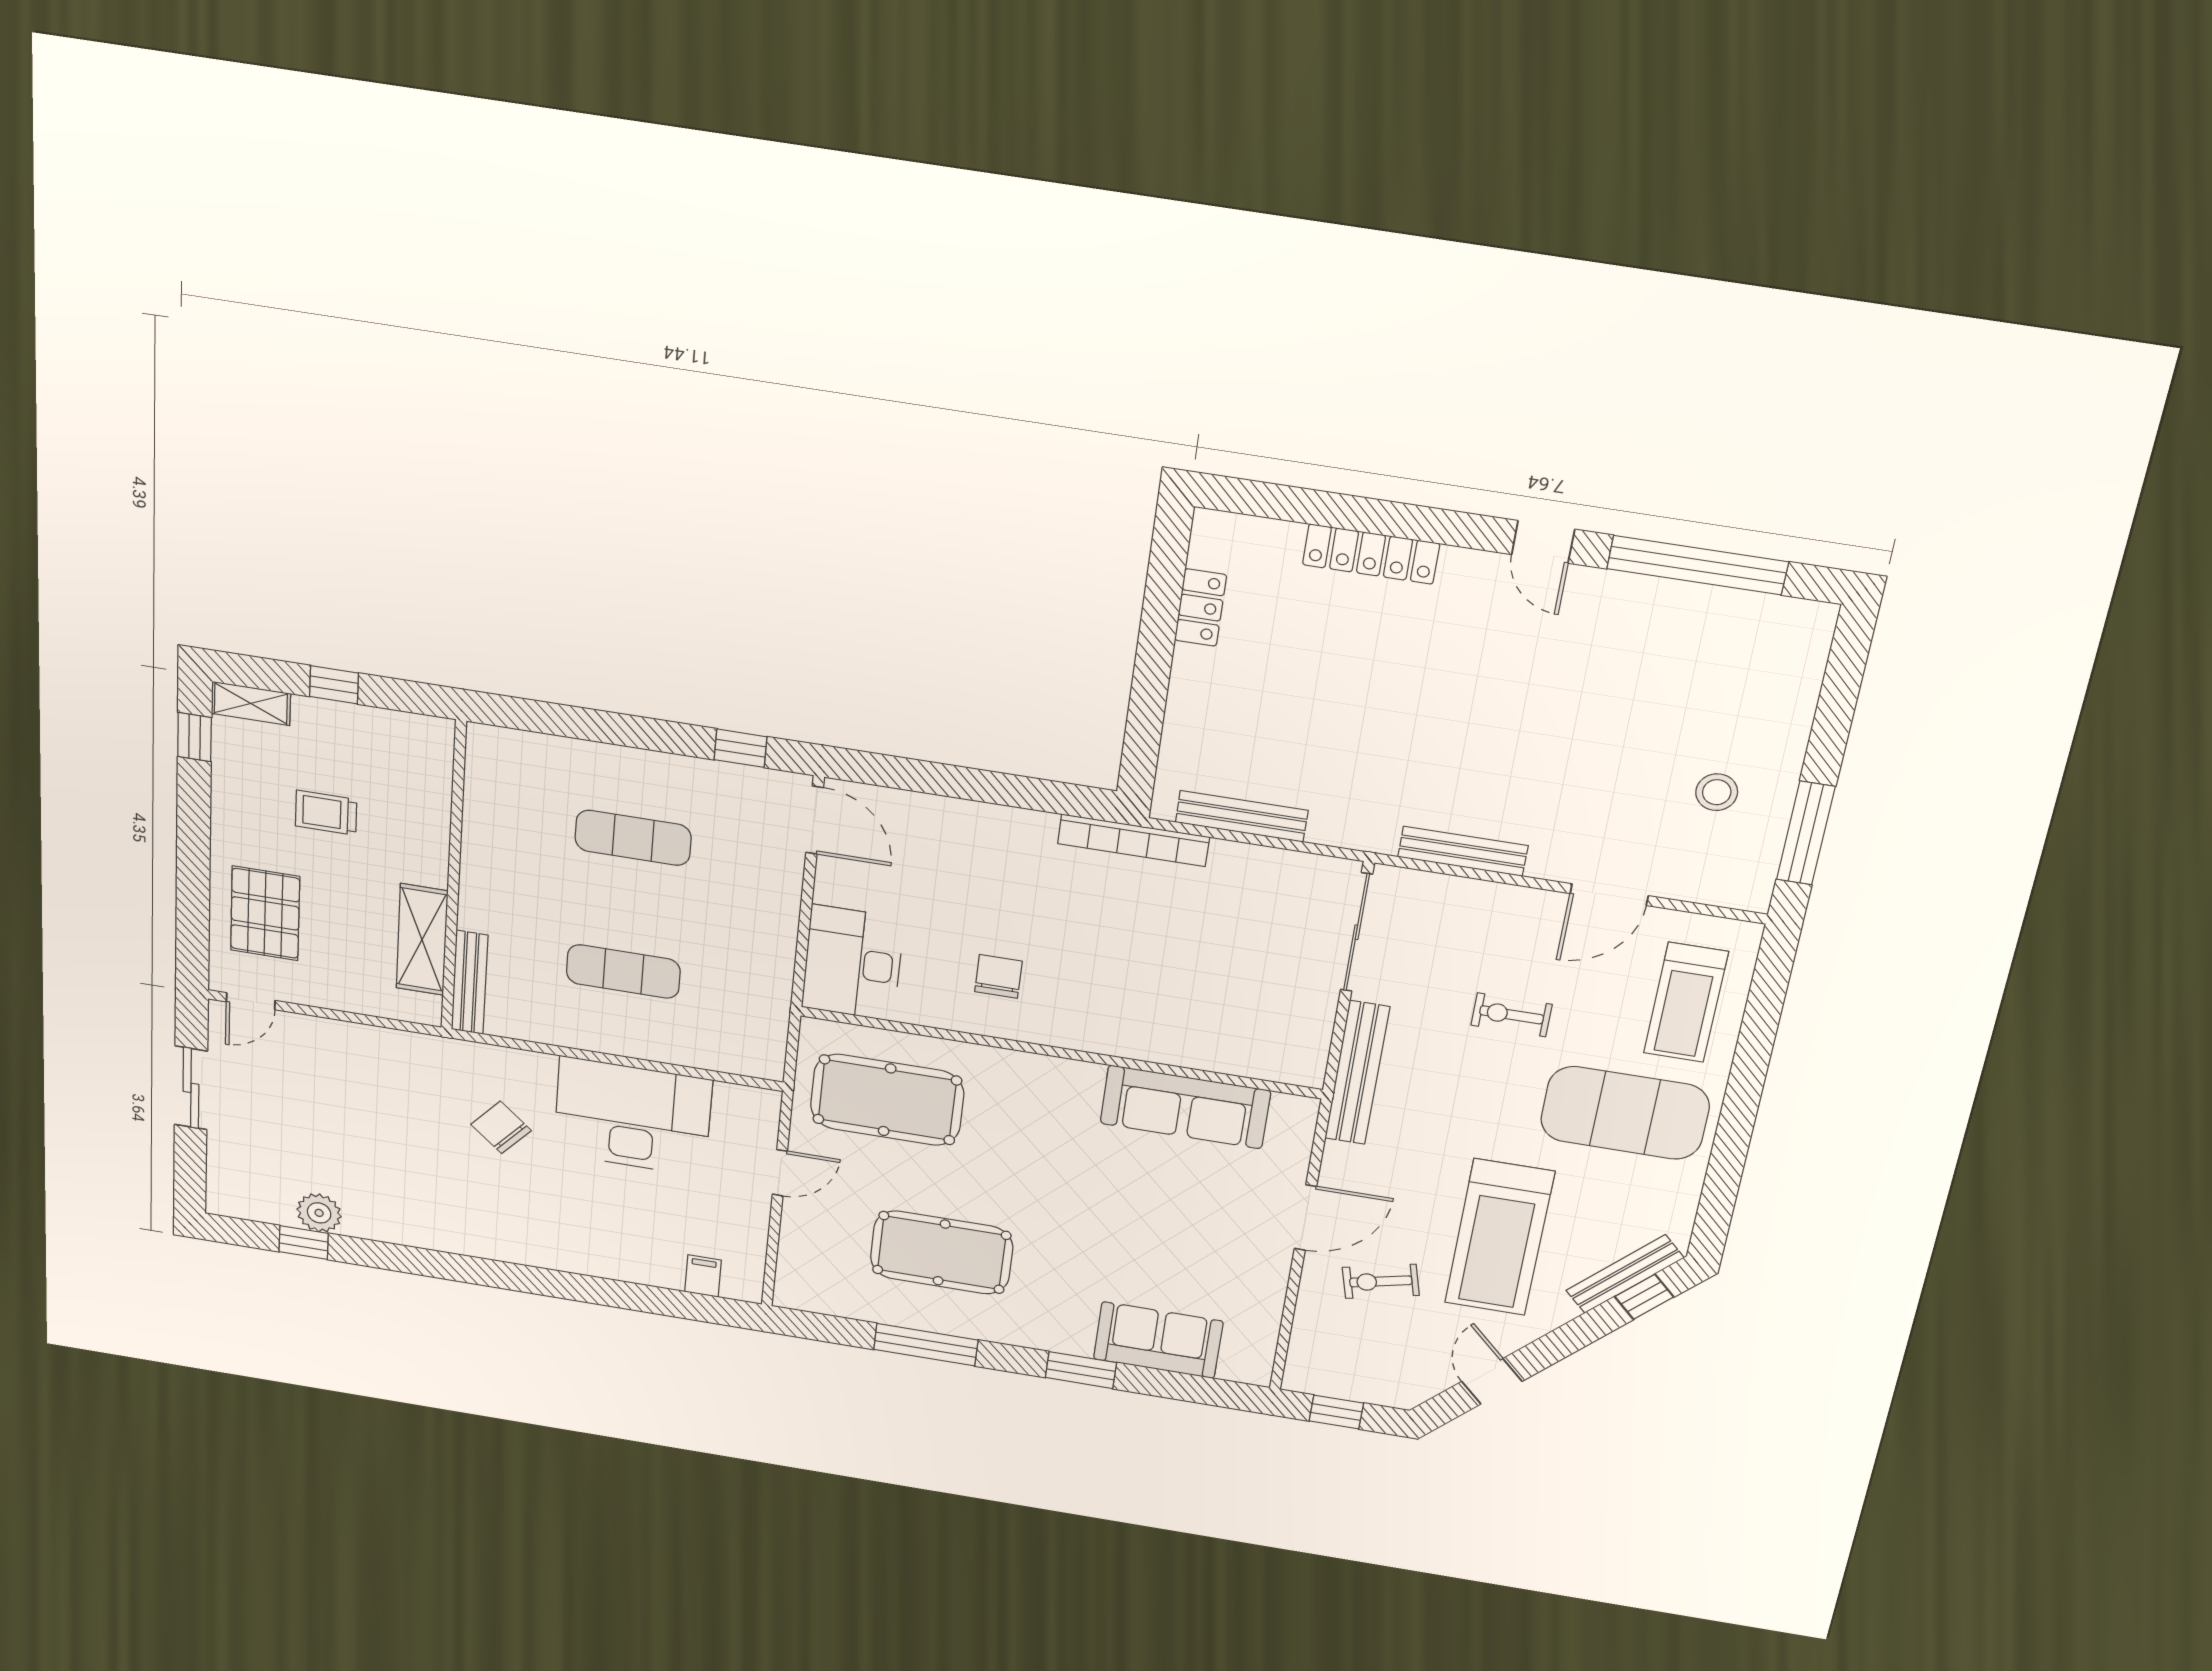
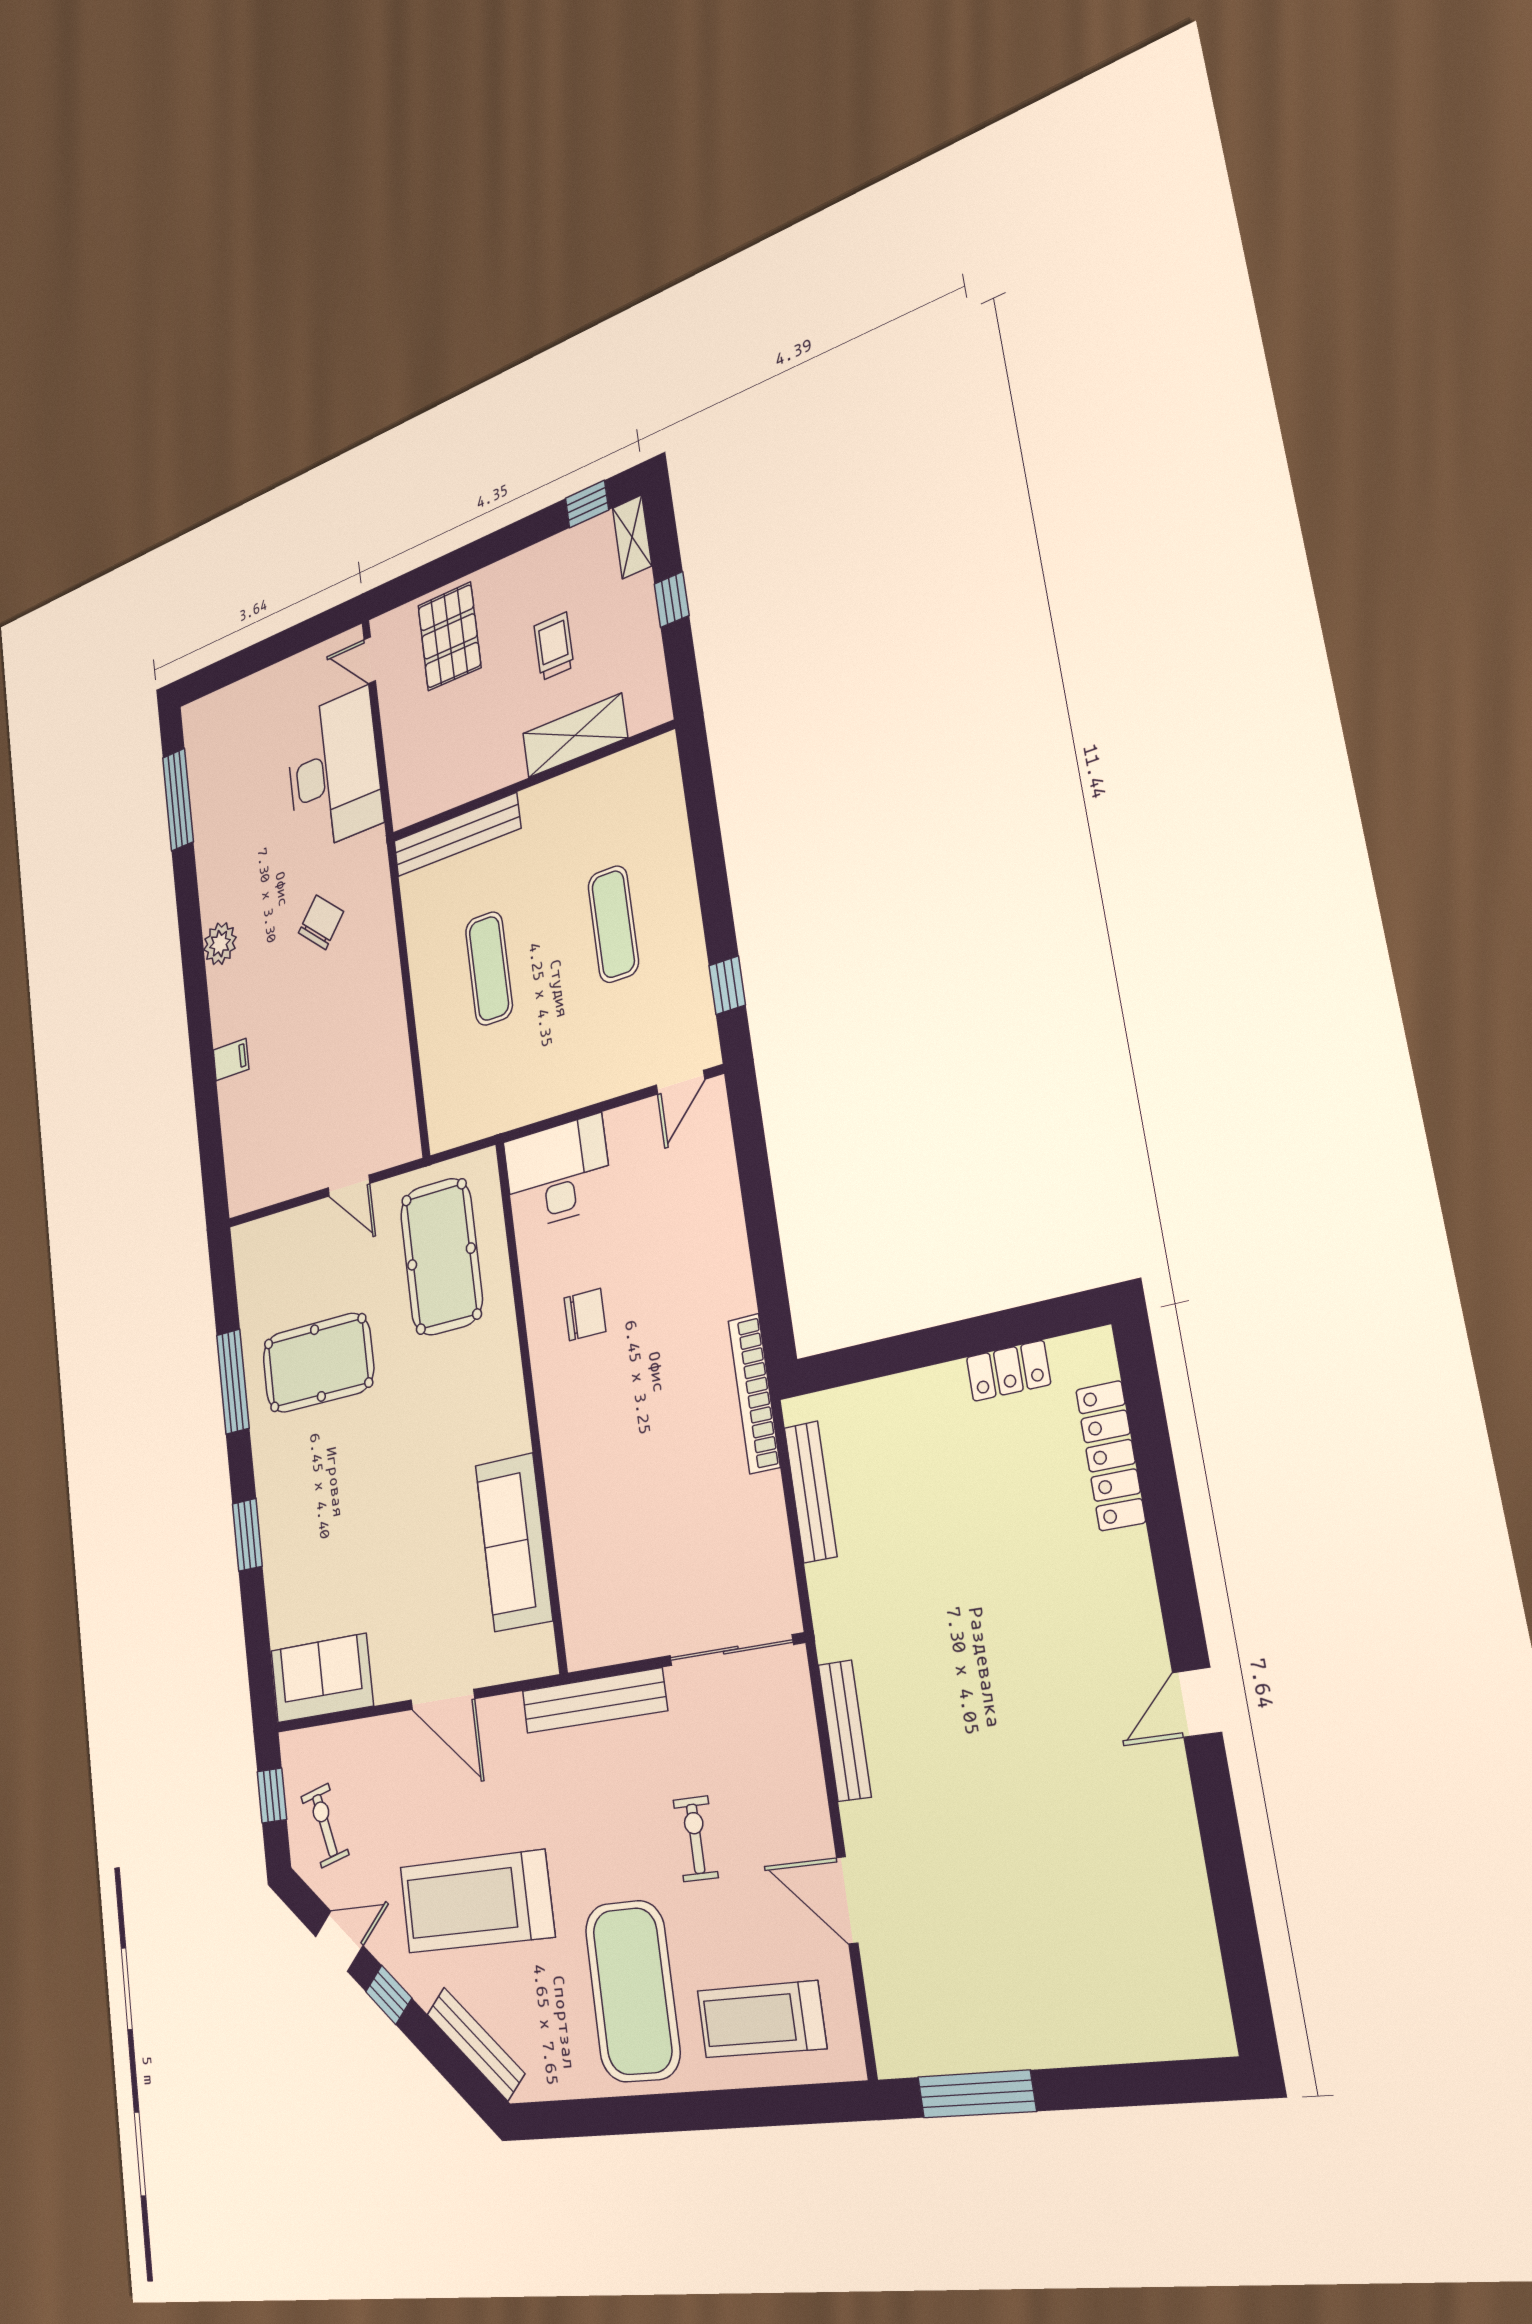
locker: (1371, 554) -> (1111, 1456), moved
window: (1697, 565) -> (1228, 1880), removed
stool: (1717, 792) -> (990, 1981), removed
door: (815, 820) -> (680, 1082), width x0.73
pallet: (265, 913) -> (449, 636), turned 90
shelving: (422, 940) -> (575, 736), moved
bench: (470, 982) -> (457, 835), width x1.37, depth x1.21
sliding door: (191, 1088) -> (282, 646), removed
desk: (633, 1117) -> (334, 771), moved
plant: (319, 1213) -> (220, 944), moved
window: (304, 1243) -> (178, 800), width x2.17
pool table: (942, 1253) -> (318, 1363), turned 90
filing cabinet: (703, 1276) -> (231, 1060), moved
exercise bike: (1381, 1281) -> (325, 1825), moved
window: (1644, 1297) -> (389, 1995), moved
sofa: (1158, 1340) -> (322, 1678), moved, turned -90

